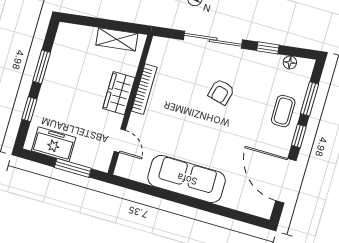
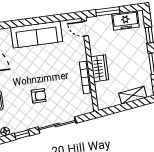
shelving: (117, 39) -> (133, 95), moved
armchair: (221, 92) -> (39, 96), turned 76
door: (120, 141) -> (85, 29), moved

